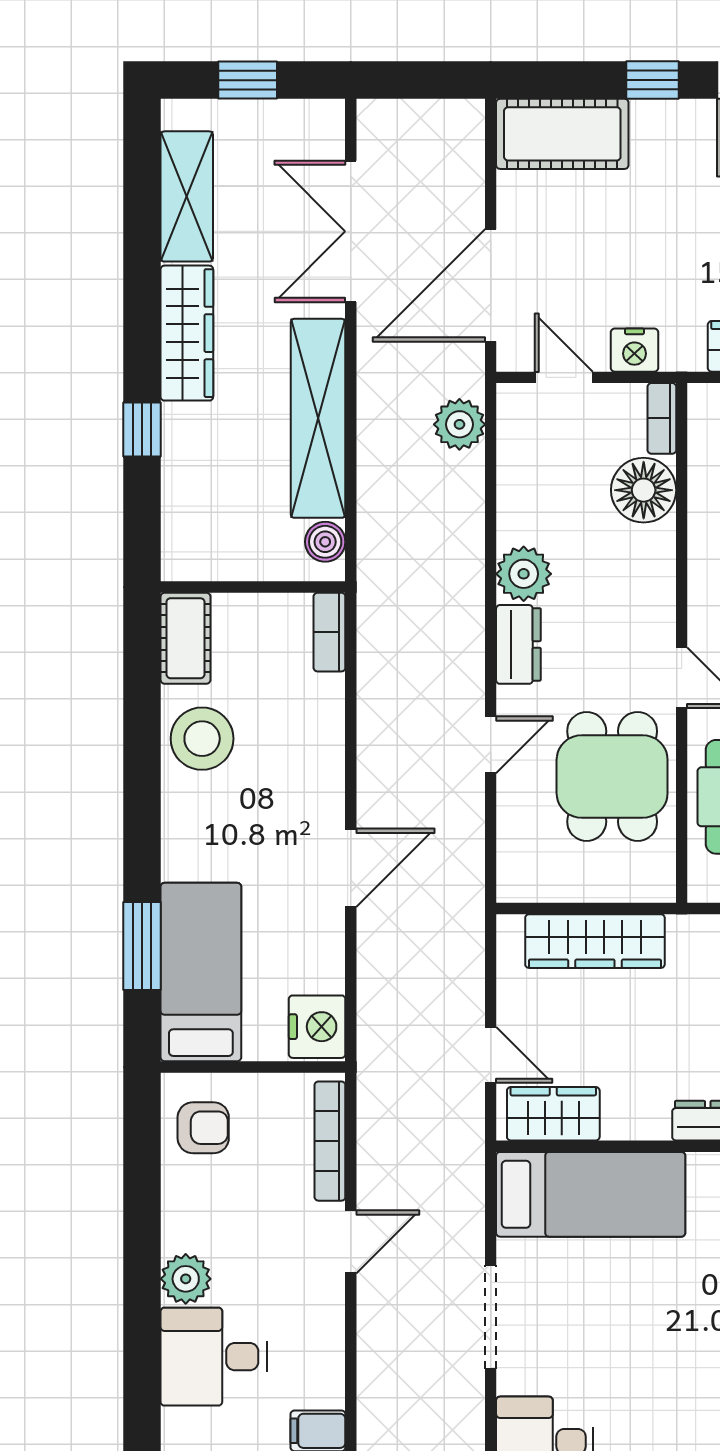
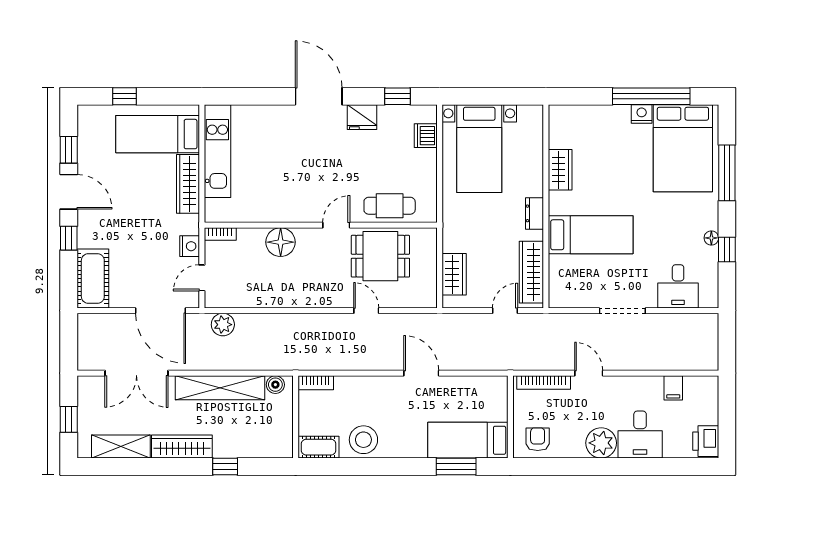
floor lamp: (644, 490) -> (281, 242), moved
plant: (524, 574) -> (290, 296), removed
dresser: (518, 644) -> (321, 298), removed
wardrobe: (595, 941) -> (454, 274), width x0.67
nightstand: (317, 1027) -> (492, 388), removed
wardrobe: (553, 1114) -> (531, 272), width x1.50
bed: (591, 1194) -> (591, 235), moved, turned 90
plant: (186, 1279) -> (601, 443), width x1.36, depth x1.36

